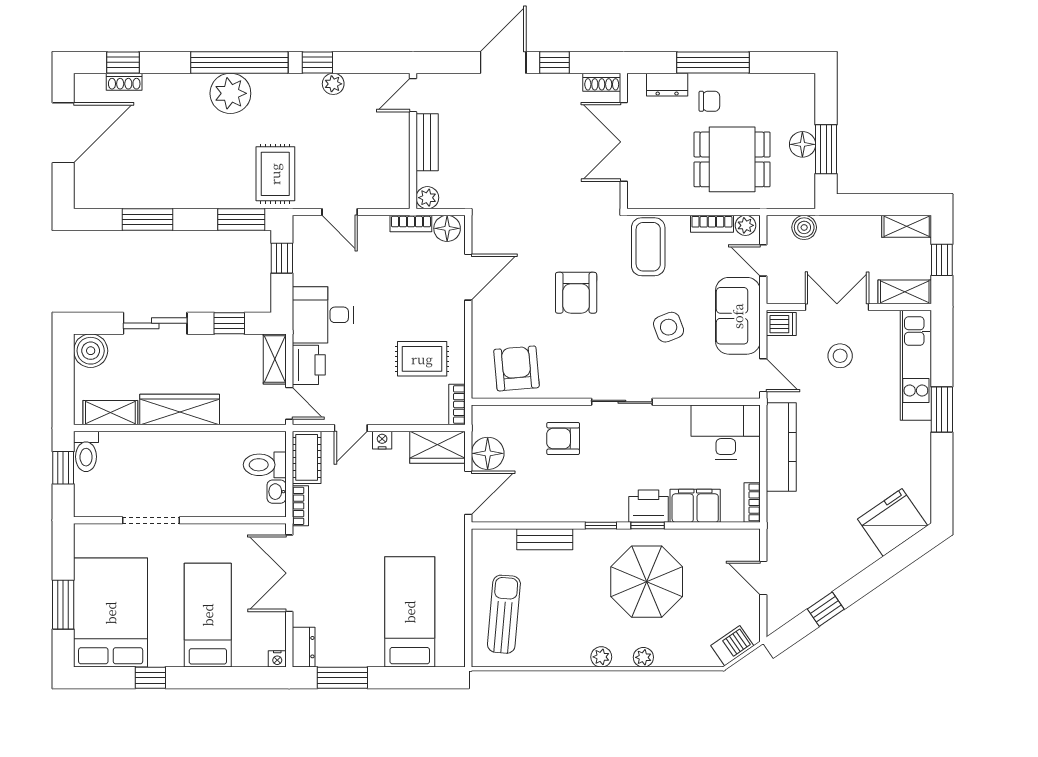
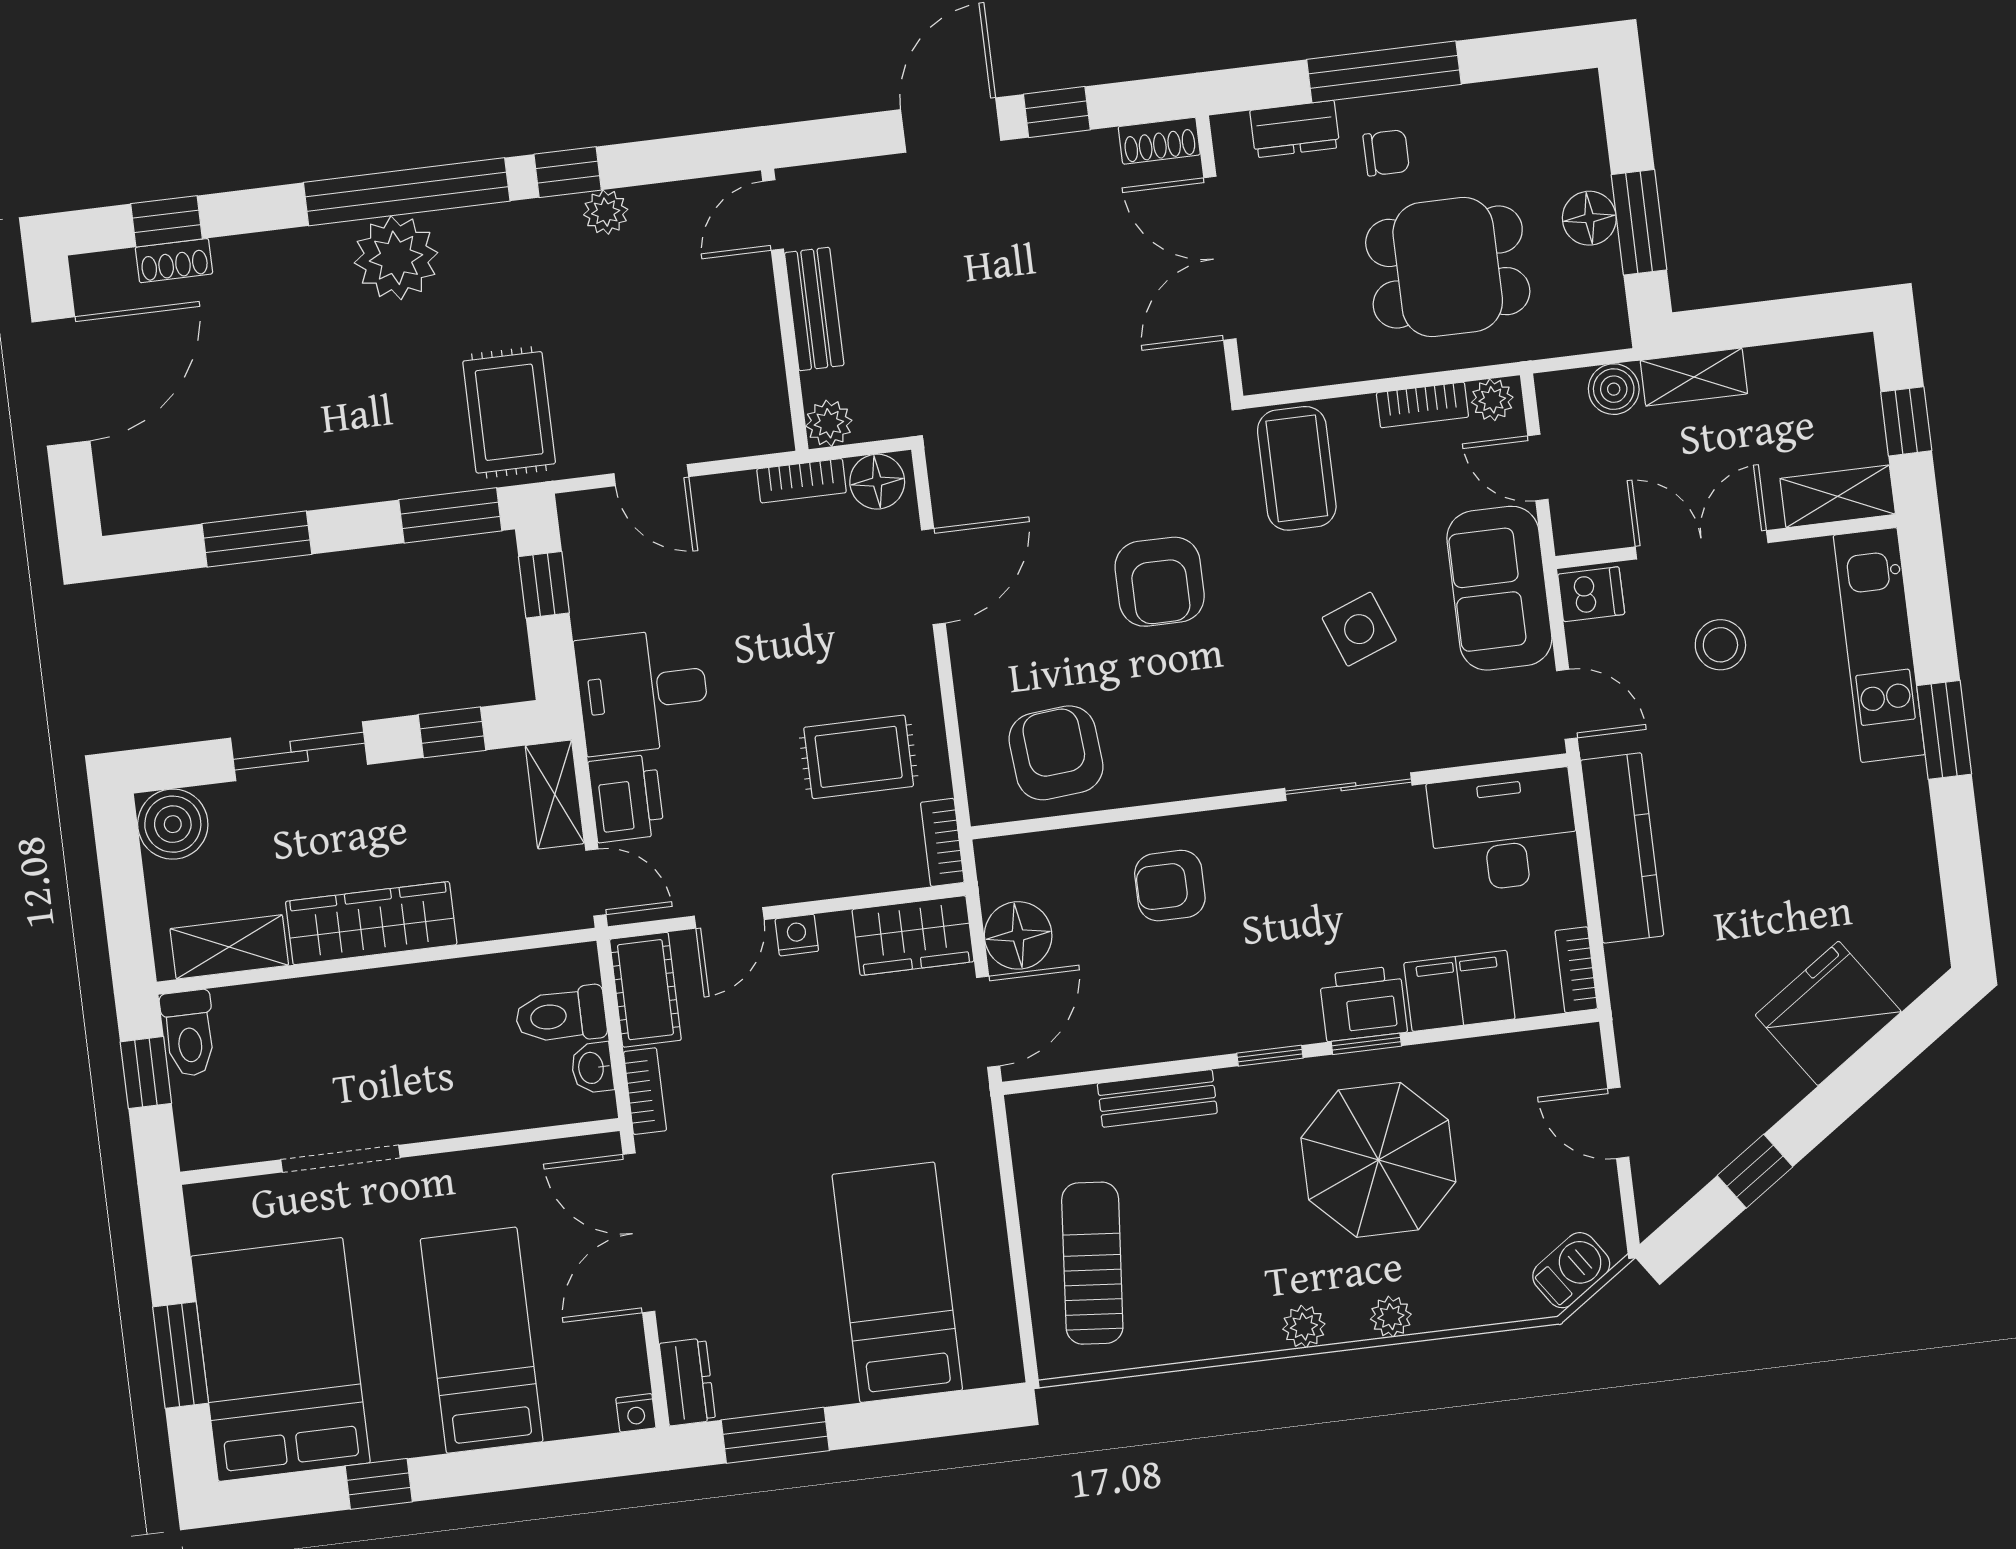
shelving: (907, 226) -> (1694, 377), moved
sliding door: (622, 402) -> (1348, 787), moved
fridge: (893, 522) -> (1828, 1013), moved

